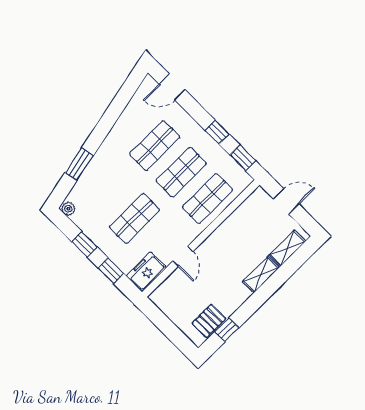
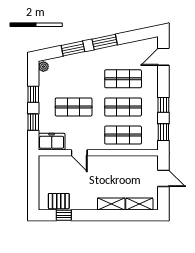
door: (172, 87) -> (163, 57), hinge flipped
window: (103, 128) -> (105, 42), added
door: (183, 256) -> (79, 153), hinge flipped

